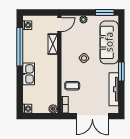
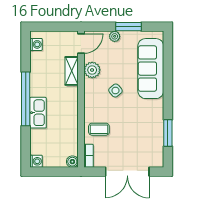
window: (105, 13) -> (128, 27), moved
plant: (67, 43) -> (92, 70), added
window: (20, 47) -> (26, 99), moved
window: (121, 72) -> (168, 133), moved
tv unit: (114, 89) -> (157, 134), removed

